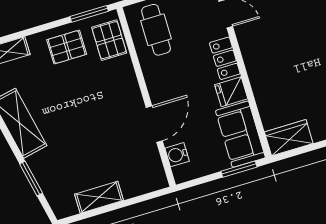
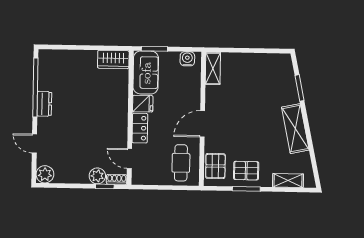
window: (89, 14) -> (246, 189), moved
door: (154, 124) -> (202, 124), moved
water cooler: (177, 155) -> (187, 59), moved, turned -90
shelving: (99, 197) -> (213, 68), moved, turned 90

